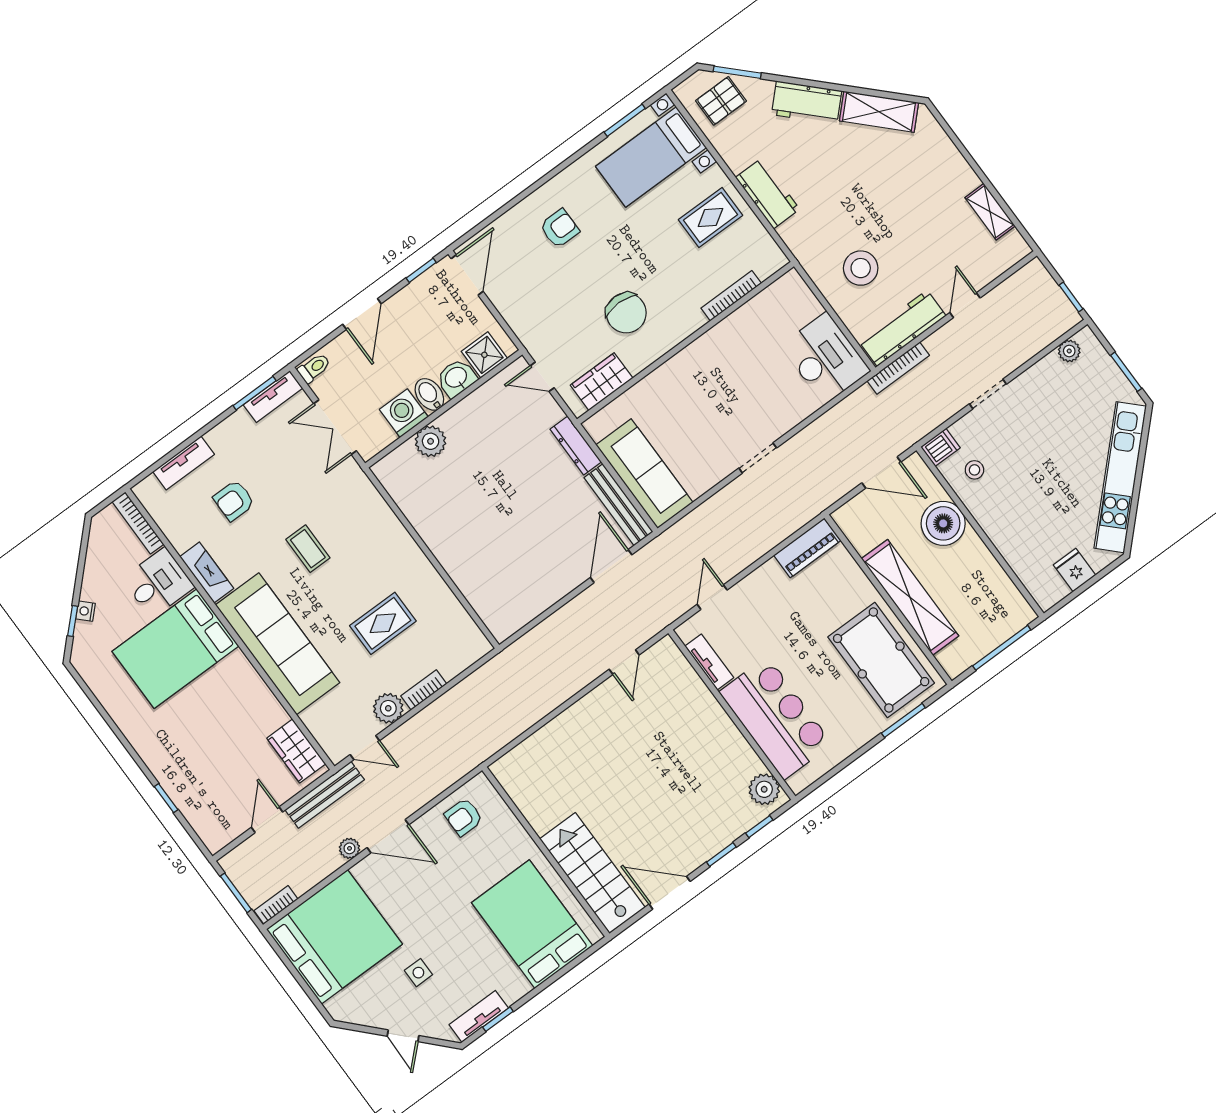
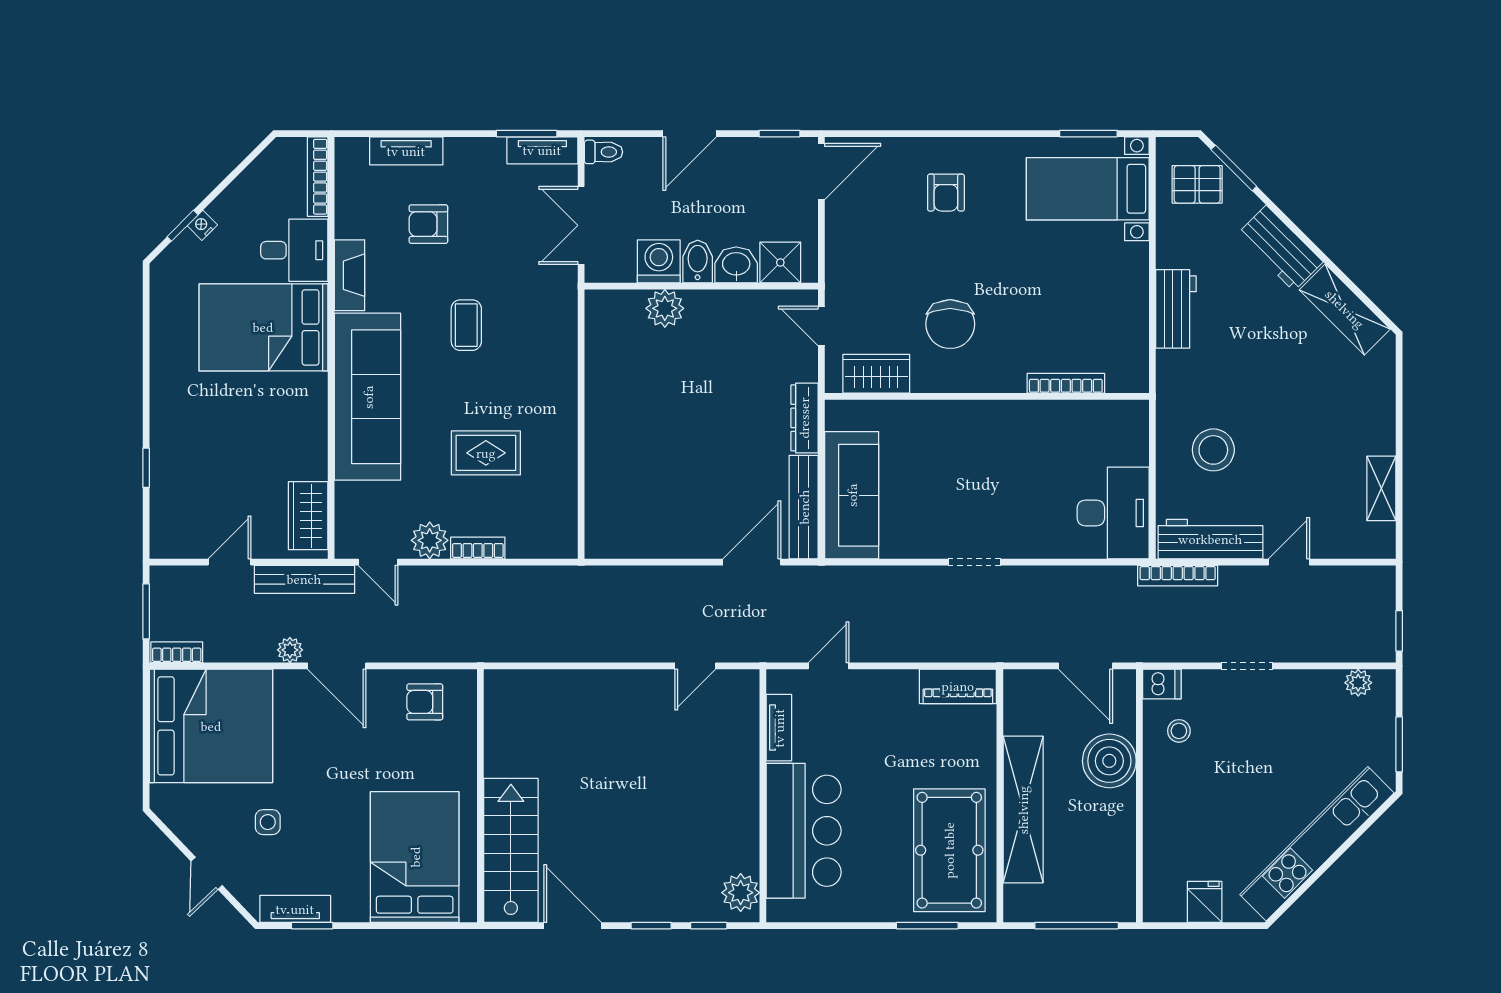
rug: (710, 217) -> (1102, 291), removed
armchair: (560, 228) -> (946, 193), turned 90

